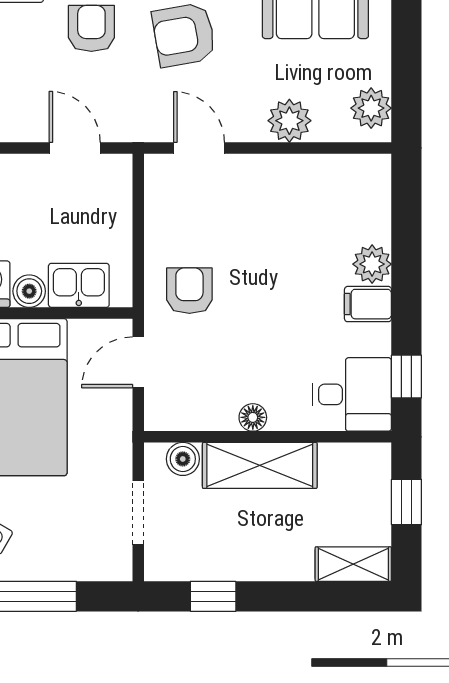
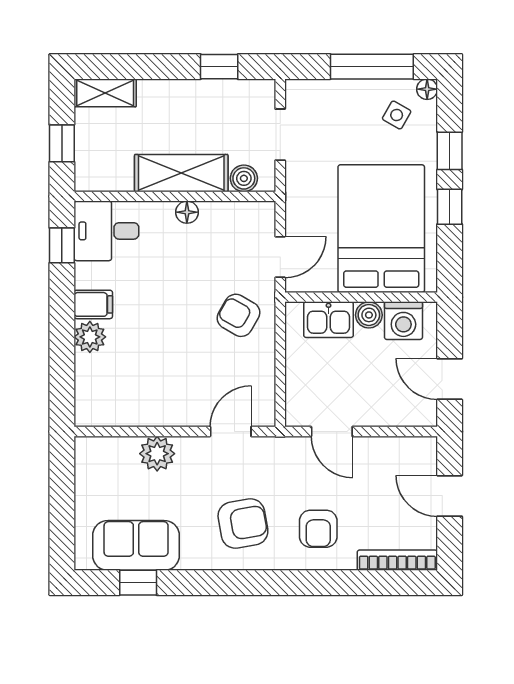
plant: (371, 108) -> (91, 464), removed
door: (199, 148) -> (231, 432), swing flipped
armchair: (189, 291) -> (239, 315), turned 120

